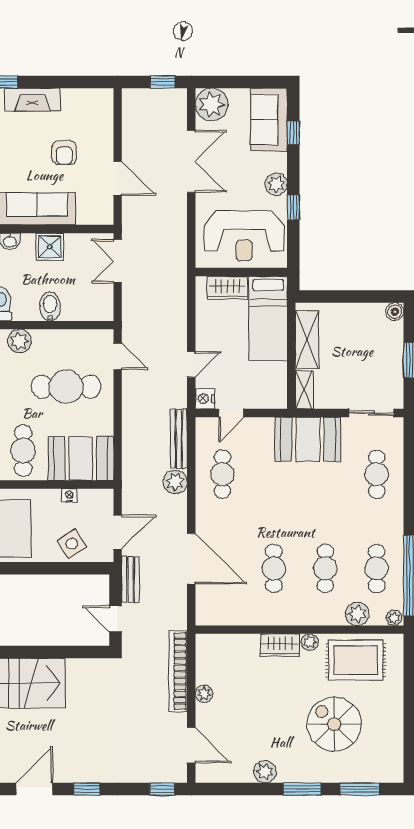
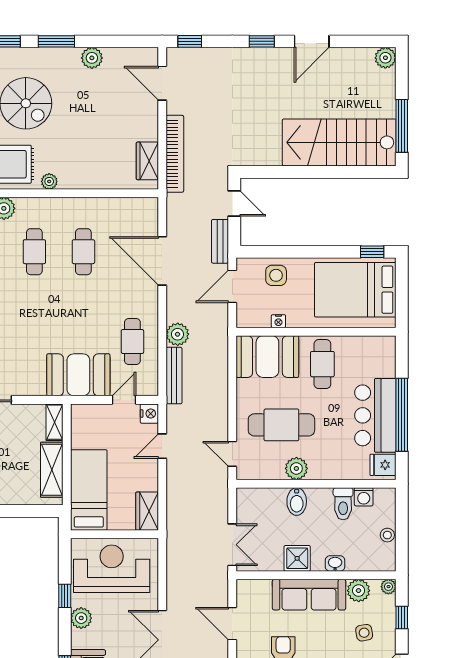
wardrobe: (227, 288) -> (147, 511), moved, turned -90
plant: (19, 341) -> (296, 468), moved
booth: (308, 439) -> (78, 375), moved
side table: (72, 544) -> (276, 275), turned 33
wardrobe: (280, 645) -> (147, 161), moved, turned -90
plant: (204, 694) -> (150, 132), removed

